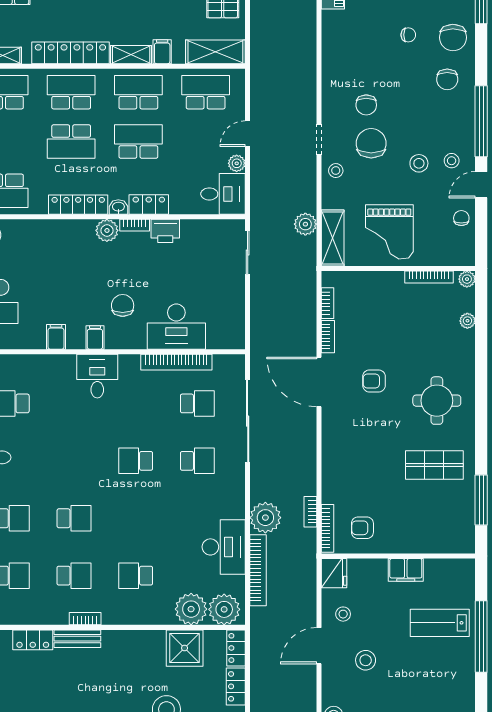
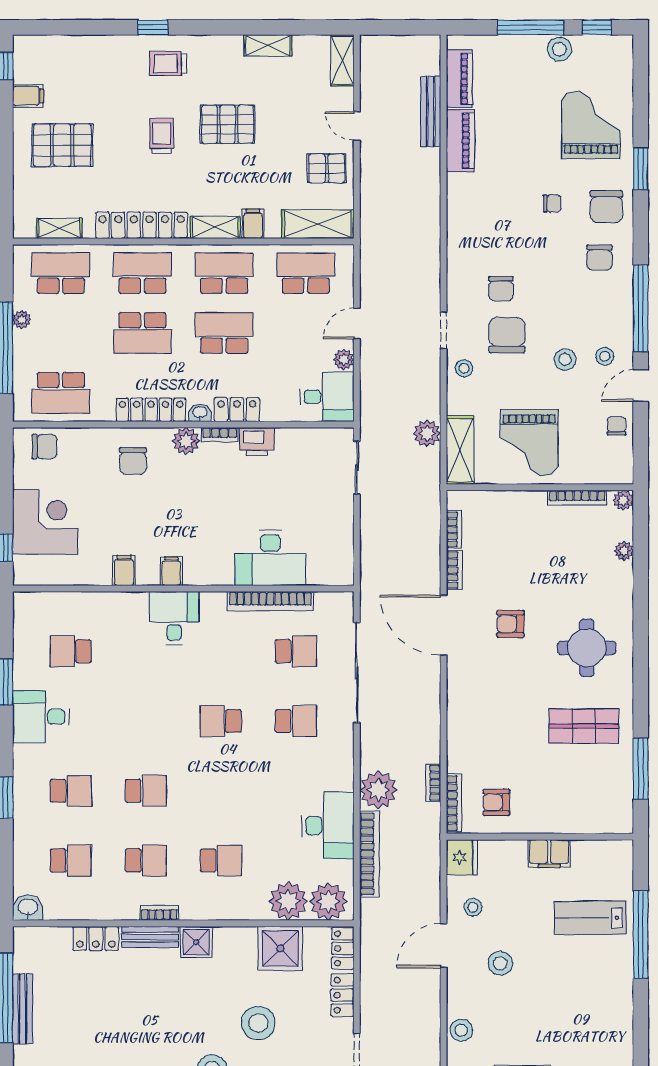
chair: (123, 305) -> (133, 461), moved, turned 180
school desk: (136, 576) -> (221, 861), turned 180
shower: (115, 643) -> (196, 942), added

